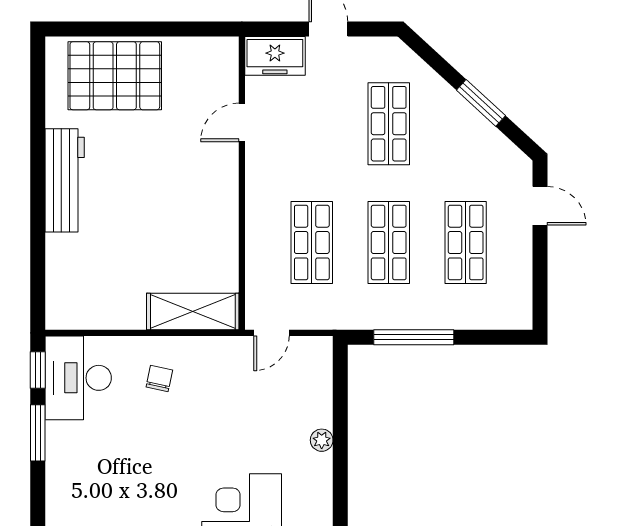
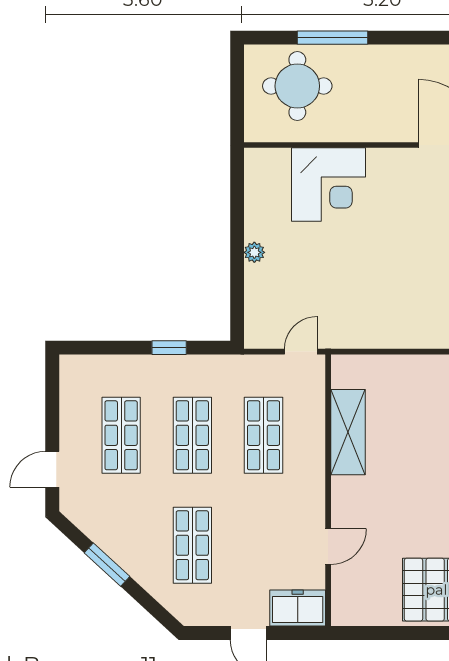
door: (540, 206) -> (52, 469), hinge flipped
shelving: (193, 311) -> (348, 432), moved, turned 90
window: (414, 337) -> (169, 348), width x0.46
chair: (159, 378) -> (405, 309), removed

